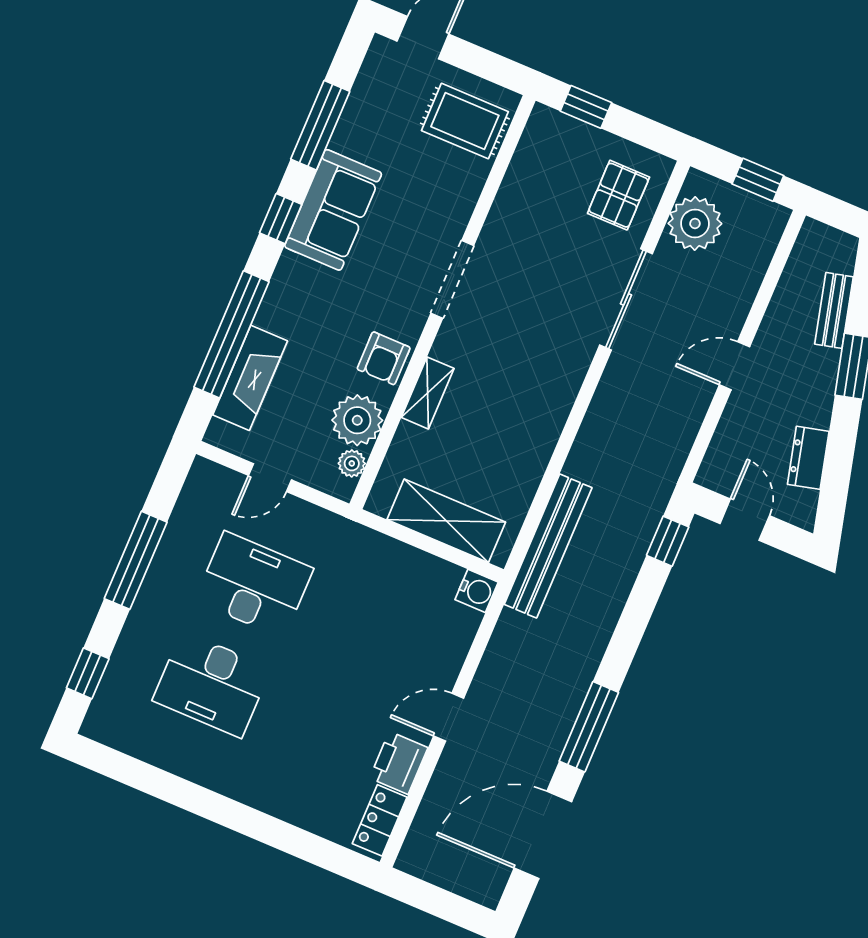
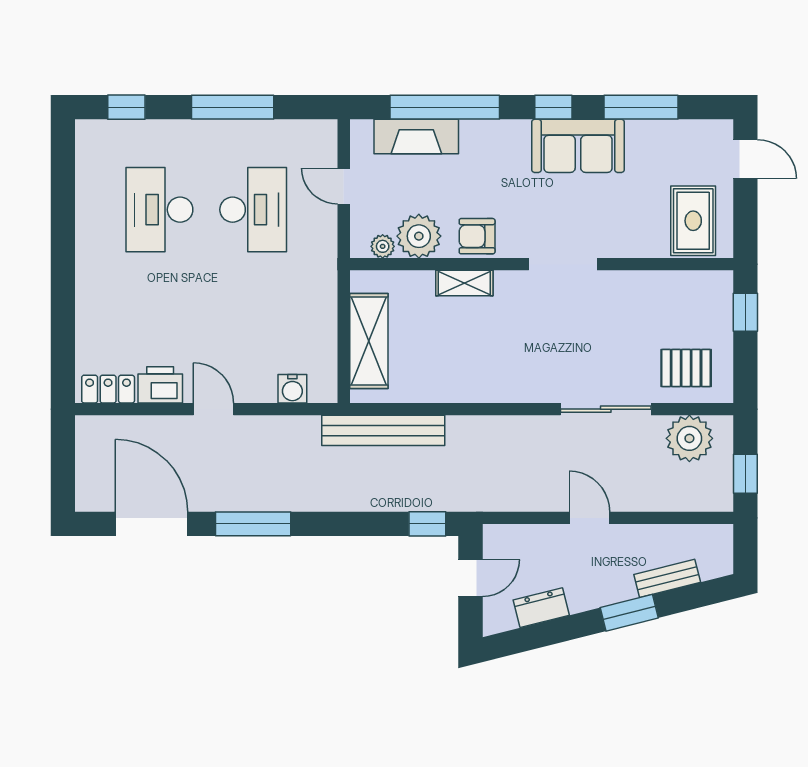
water cooler: (477, 591) -> (292, 389), moved

